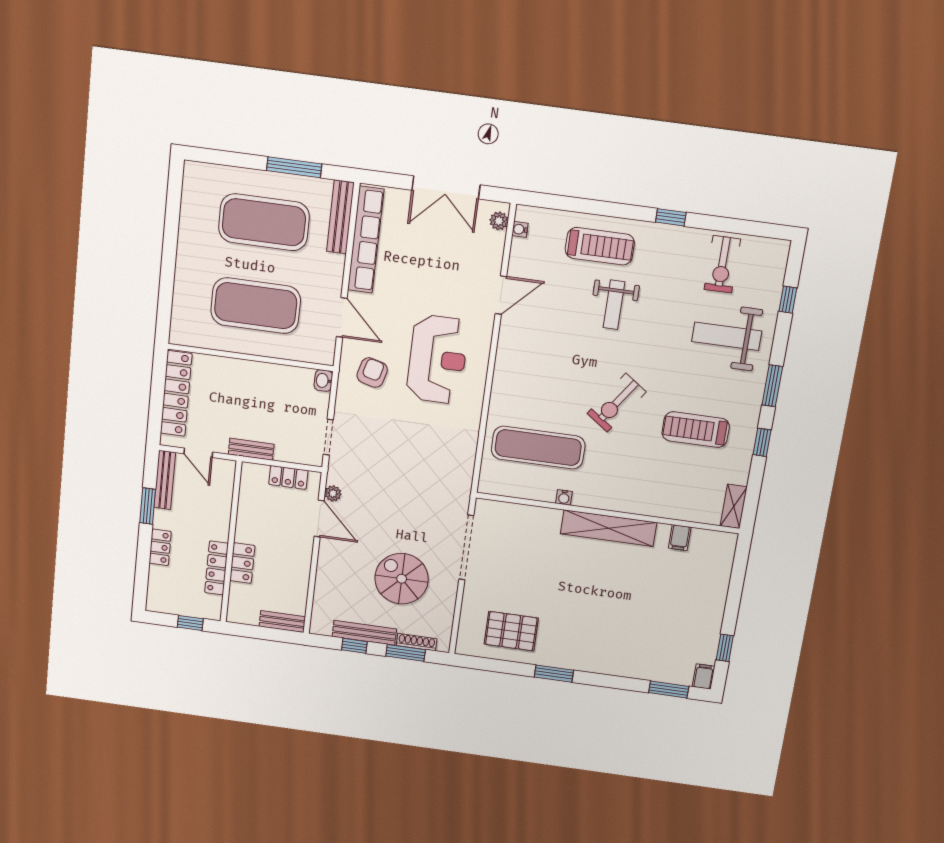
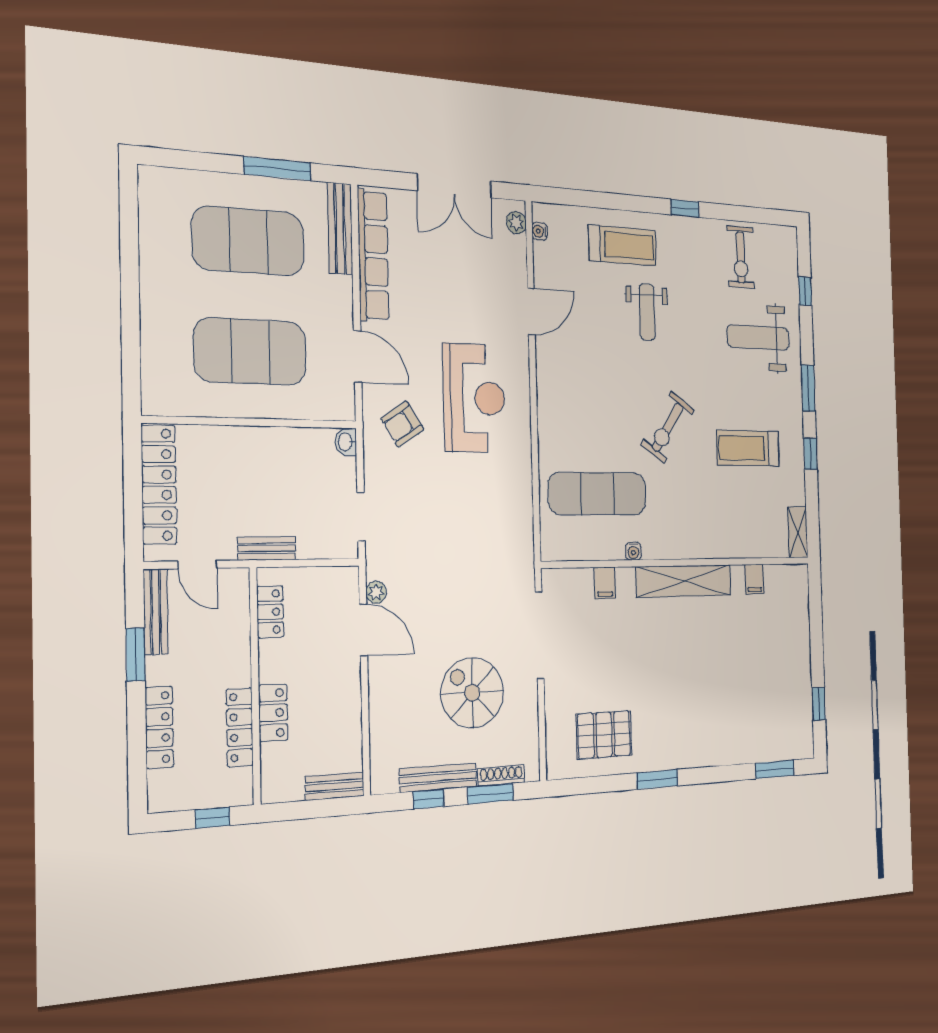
armchair: (372, 373) -> (402, 424), turned -138
locker: (288, 477) -> (270, 612), moved, turned -90
locker: (160, 547) -> (159, 727), width x1.53
filing cabinet: (704, 676) -> (605, 583), moved, turned 180

